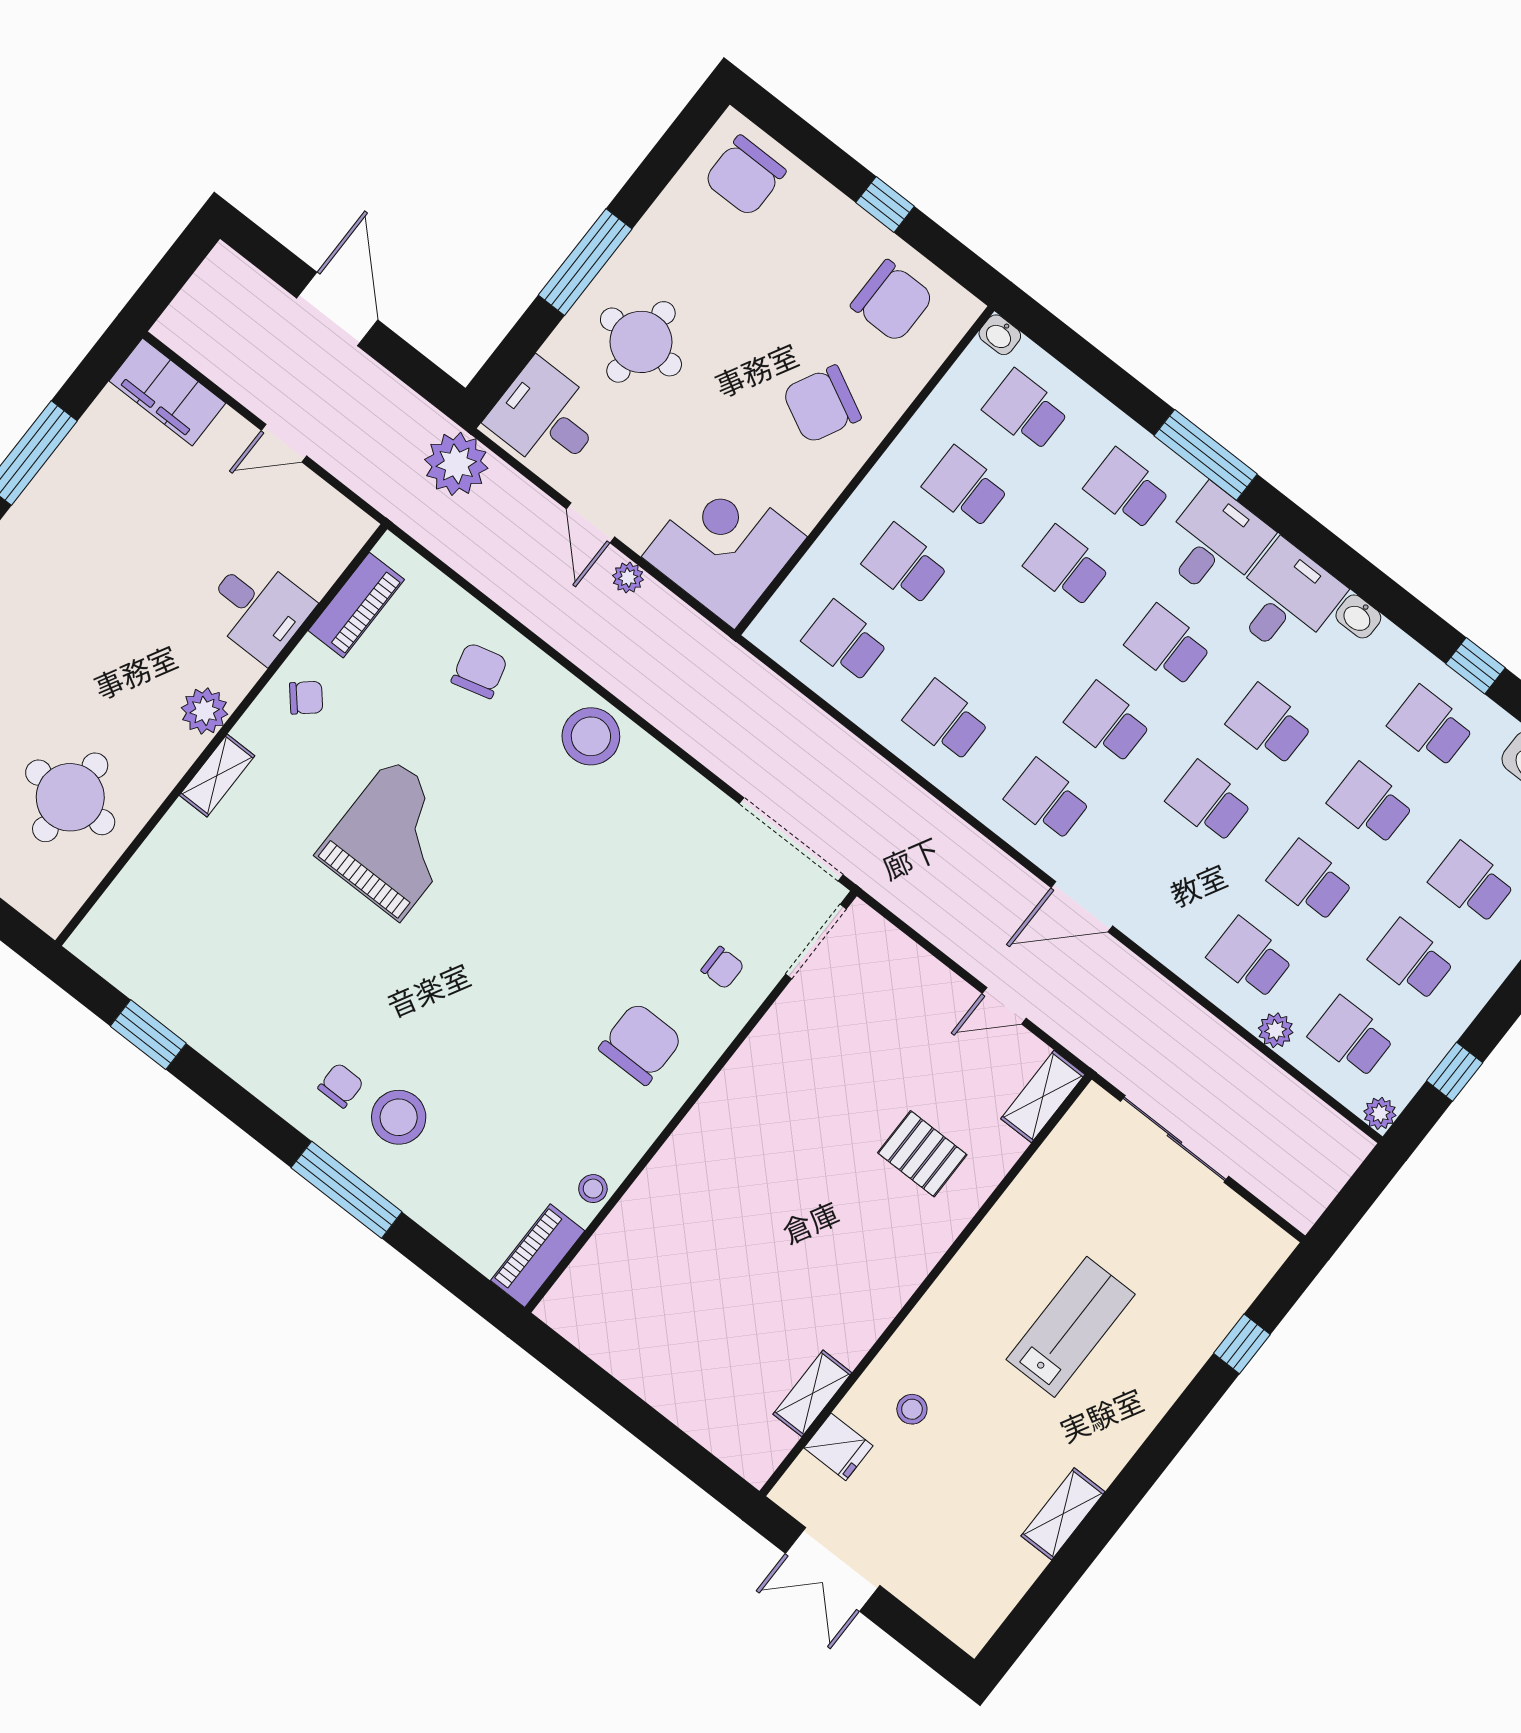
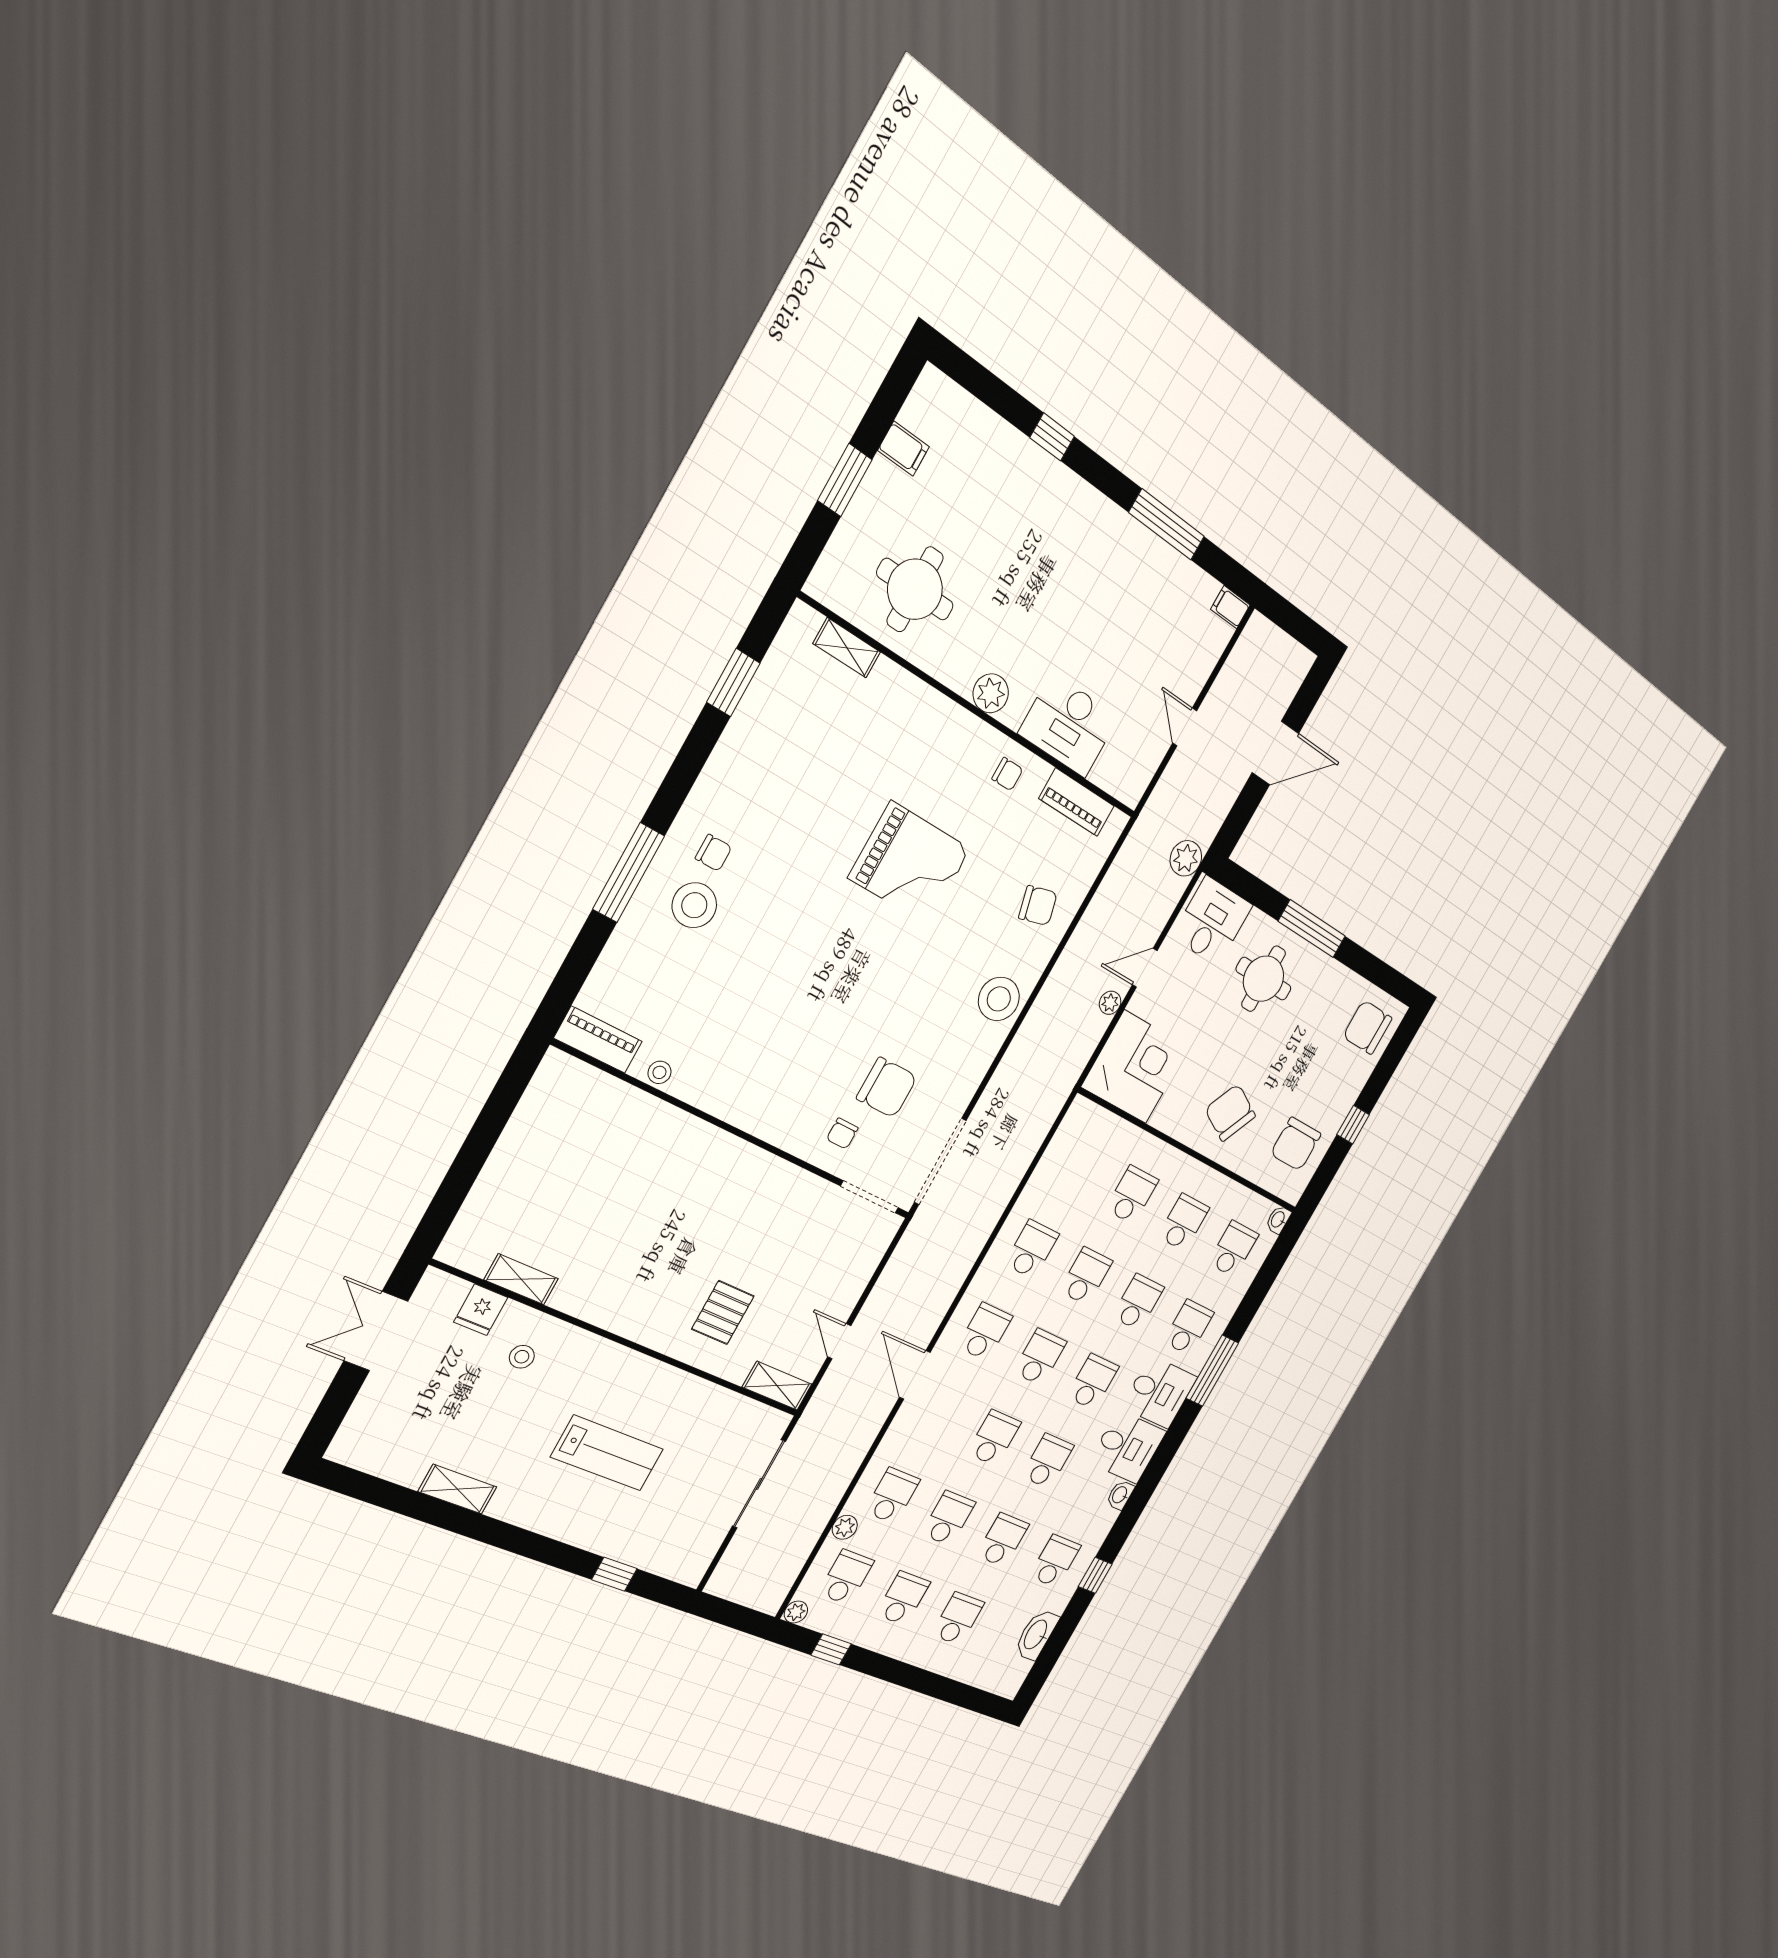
filing cabinet: (167, 392) -> (1230, 607), width x0.33, depth x0.86
plant: (456, 464) -> (1186, 858), width x0.73, depth x0.73
desk: (258, 608) -> (1069, 725), width x1.37
school desk: (845, 642) -> (1086, 1276), moved
chair: (306, 698) -> (1007, 774), turned -49
shelving: (217, 776) -> (847, 648), moved
chair: (641, 1044) -> (887, 1088), moved

